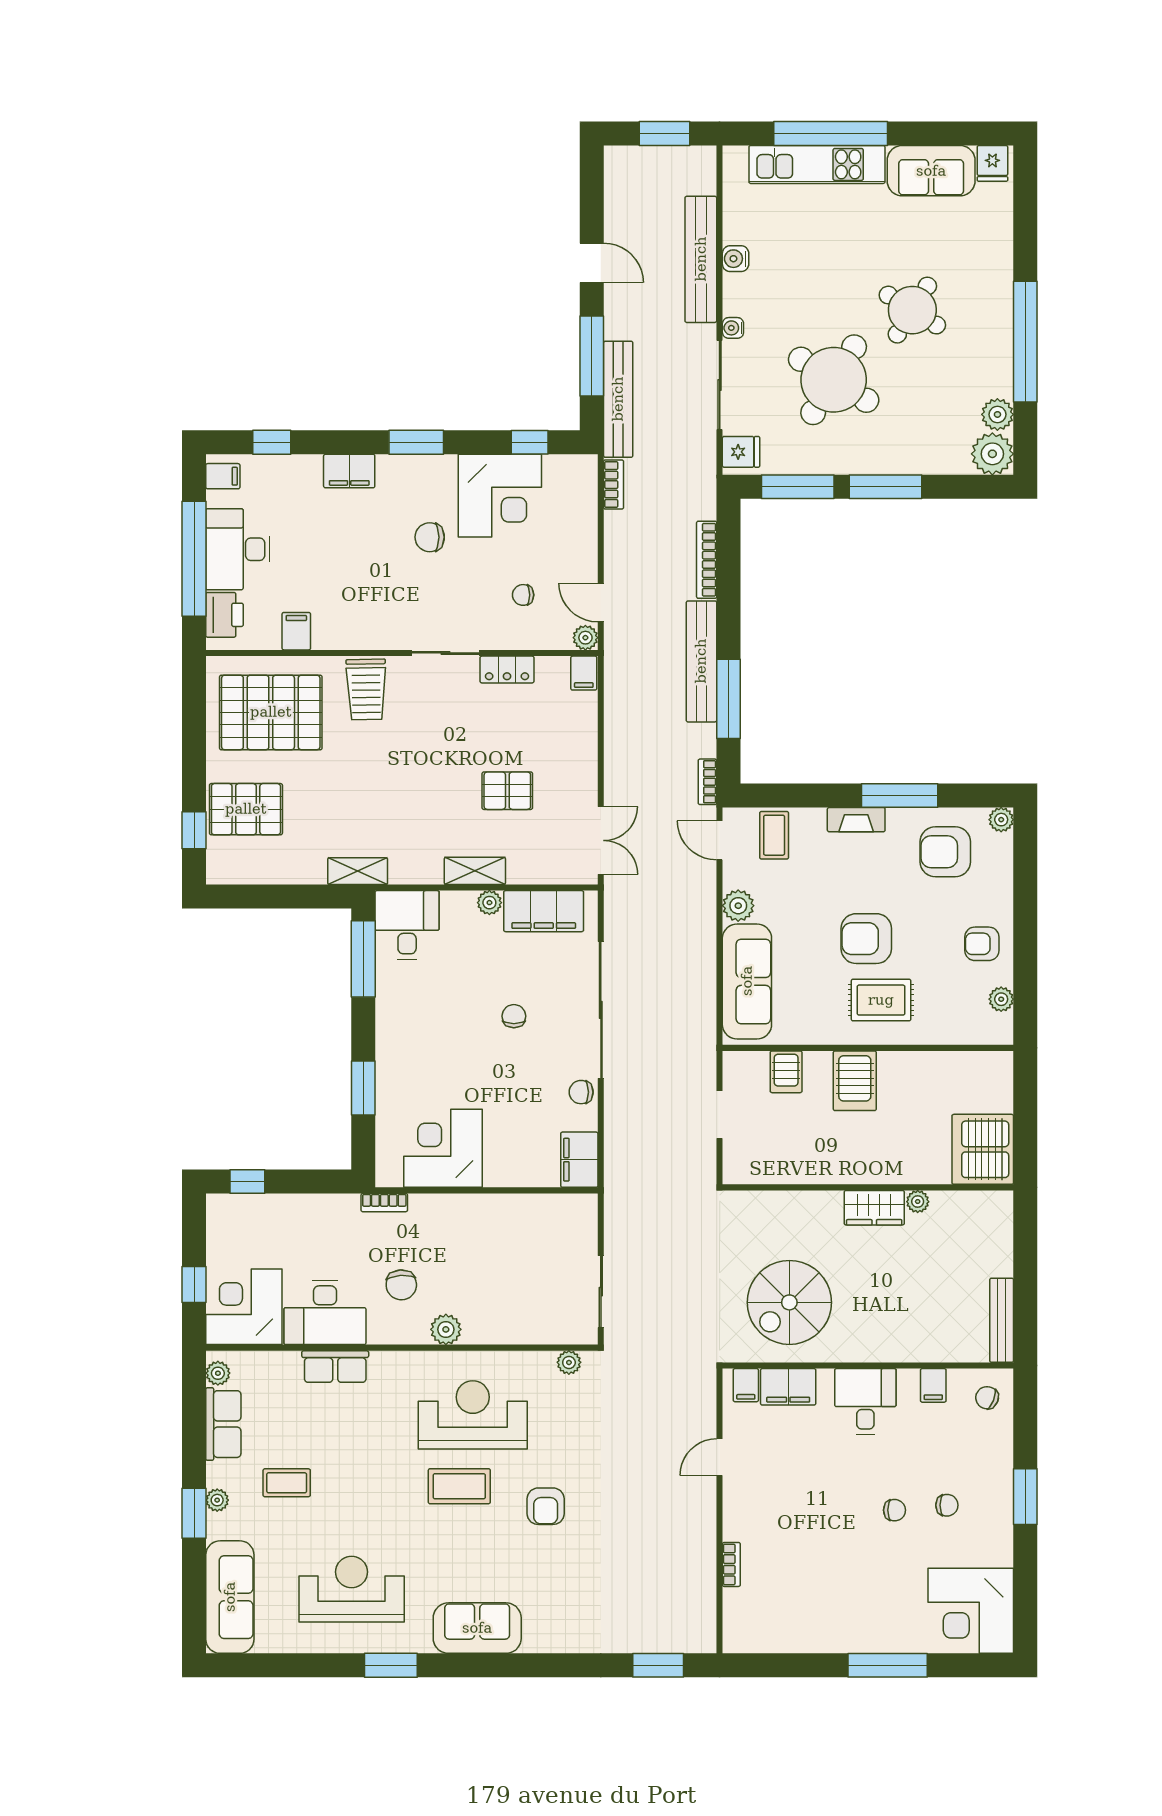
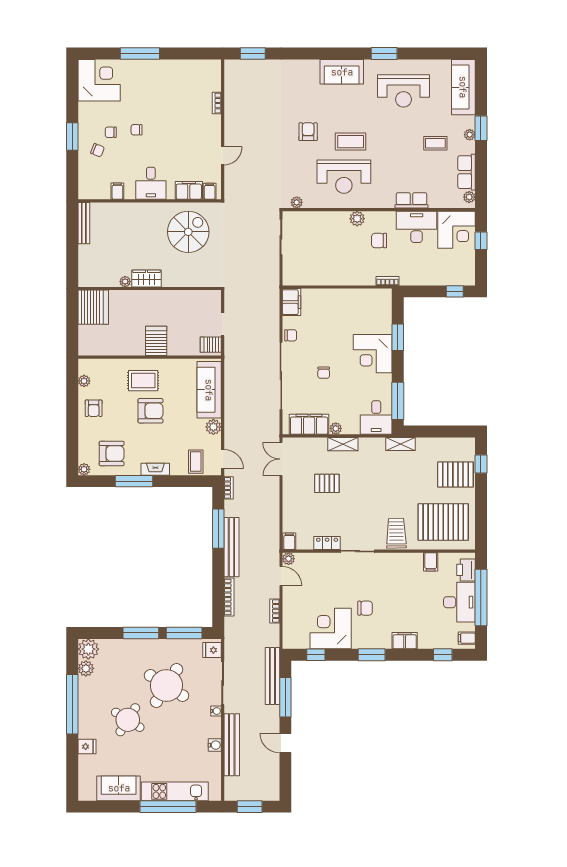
fridge: (992, 163) -> (87, 747), moved, turned 90
bookcase: (614, 485) -> (275, 611), moved
chair: (523, 595) -> (319, 580), removed
armchair: (982, 944) -> (94, 408), turned 90
server rack: (786, 1072) -> (211, 345), moved, turned -90
corner desk: (443, 1148) -> (373, 354), moved, turned 90
chair: (401, 1285) -> (379, 241), turned -86
chair: (987, 1398) -> (97, 150), moved

